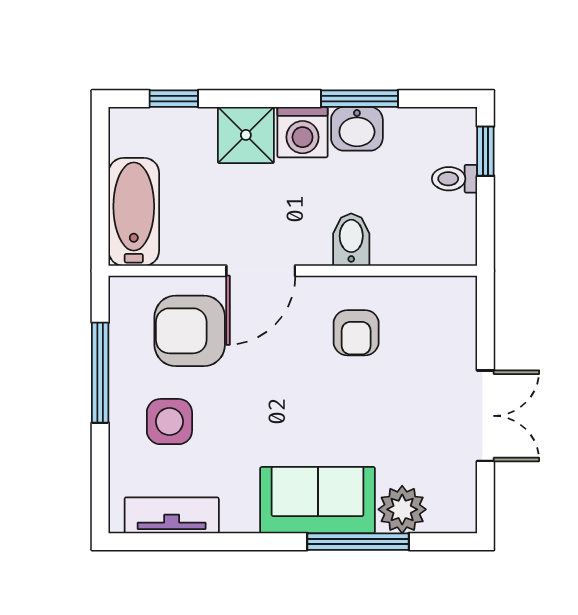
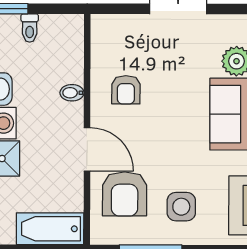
bidet: (351, 240) -> (72, 93), width x0.72, depth x0.74
armchair: (356, 333) -> (126, 90), turned 90

